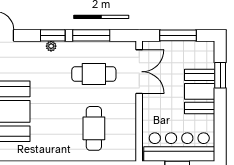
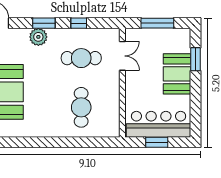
window: (91, 35) -> (79, 23), width x0.46
plant: (51, 46) -> (38, 37), width x1.88, depth x1.88
double door: (139, 72) -> (122, 56), width x0.73

